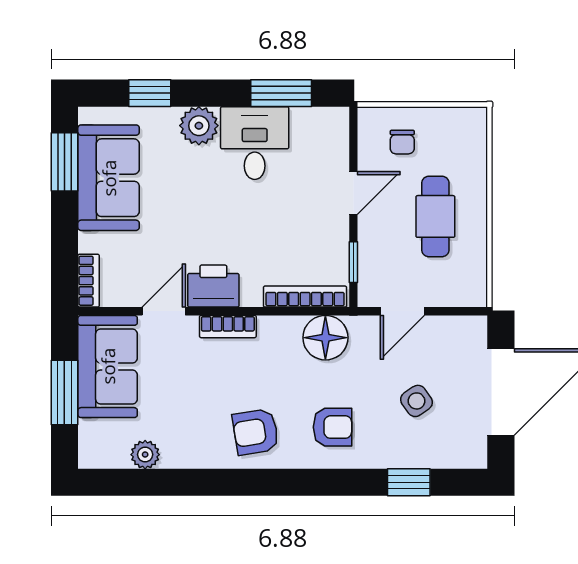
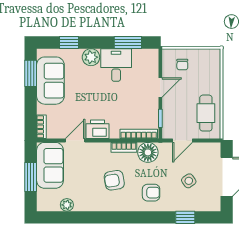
cafe table: (435, 216) -> (206, 113), moved
bookcase: (228, 327) -> (124, 147), moved
armchair: (256, 432) -> (114, 180), moved

